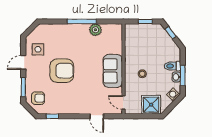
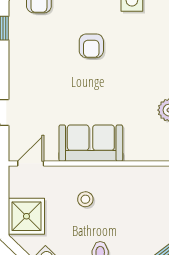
armchair: (62, 71) -> (91, 46), width x0.53, depth x0.53

